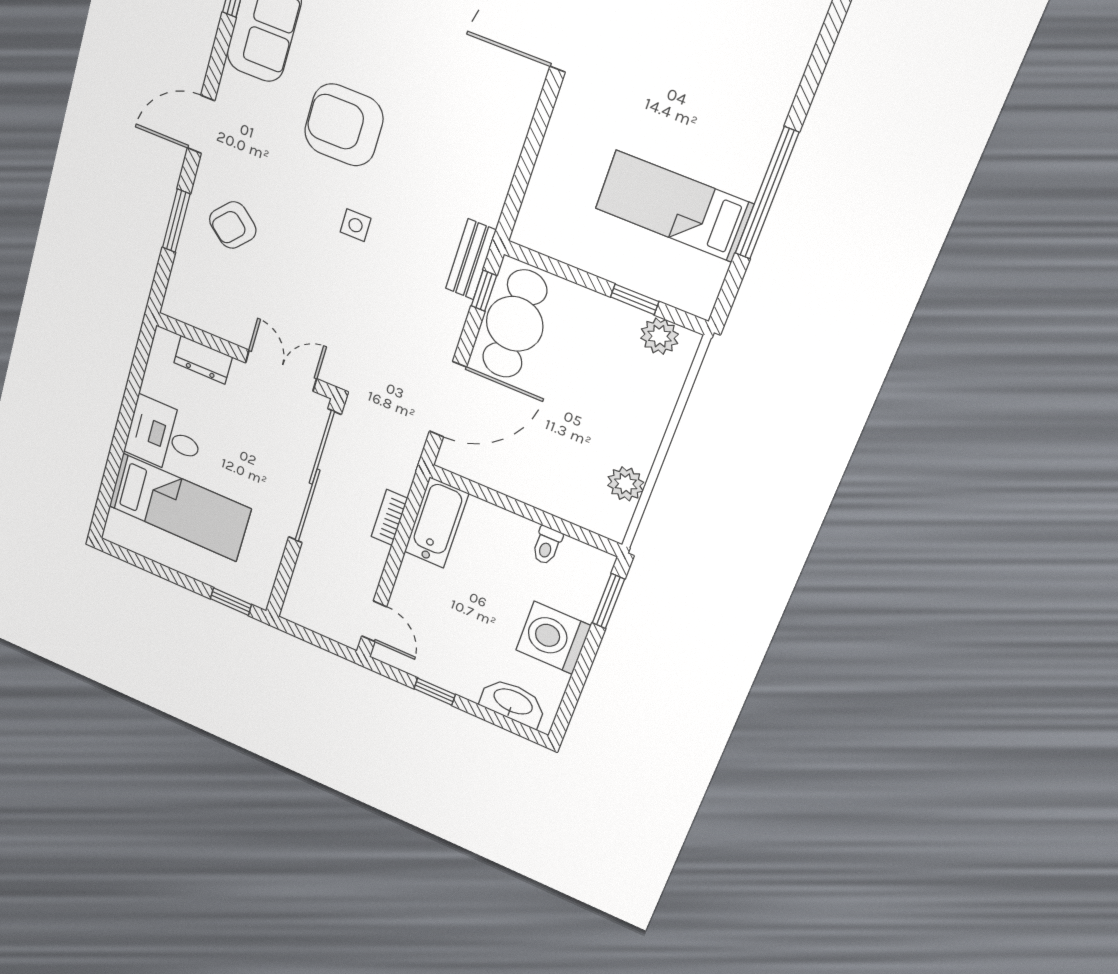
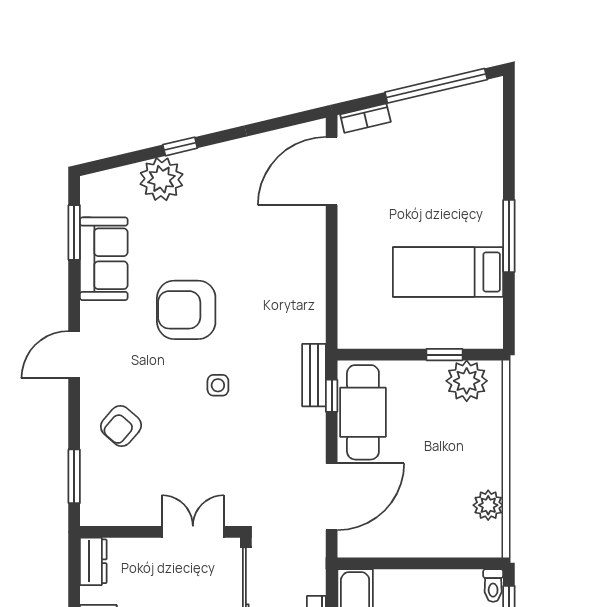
window: (767, 193) -> (509, 236), width x0.68
window: (176, 221) -> (74, 476), moved
plant: (660, 336) -> (467, 381), width x1.36, depth x1.36
dresser: (203, 360) -> (93, 561), moved, turned -90
toilet: (547, 546) -> (493, 585), moved

